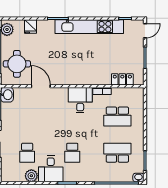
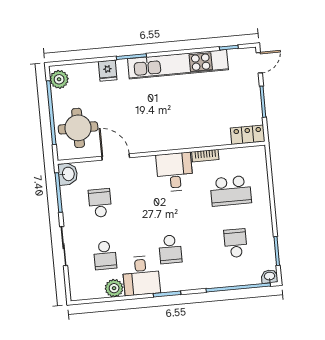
fridge: (31, 27) -> (108, 71), moved
locker: (122, 79) -> (248, 135), moved
school desk: (27, 117) -> (100, 203), added
school desk: (117, 153) -> (236, 243), width x0.54

